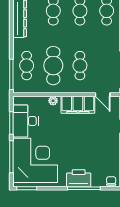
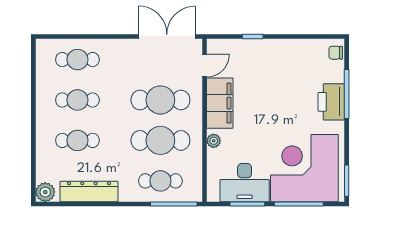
cafe table: (80, 66) -> (160, 100), width x1.37, depth x1.35

